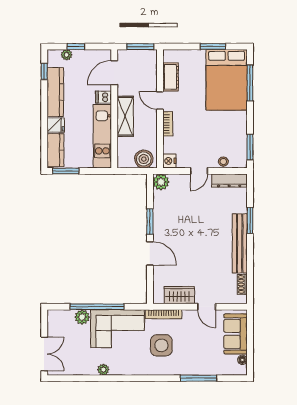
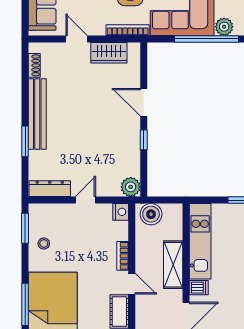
stool: (223, 162) -> (44, 244), moved
window: (150, 222) -> (144, 140), width x0.67

